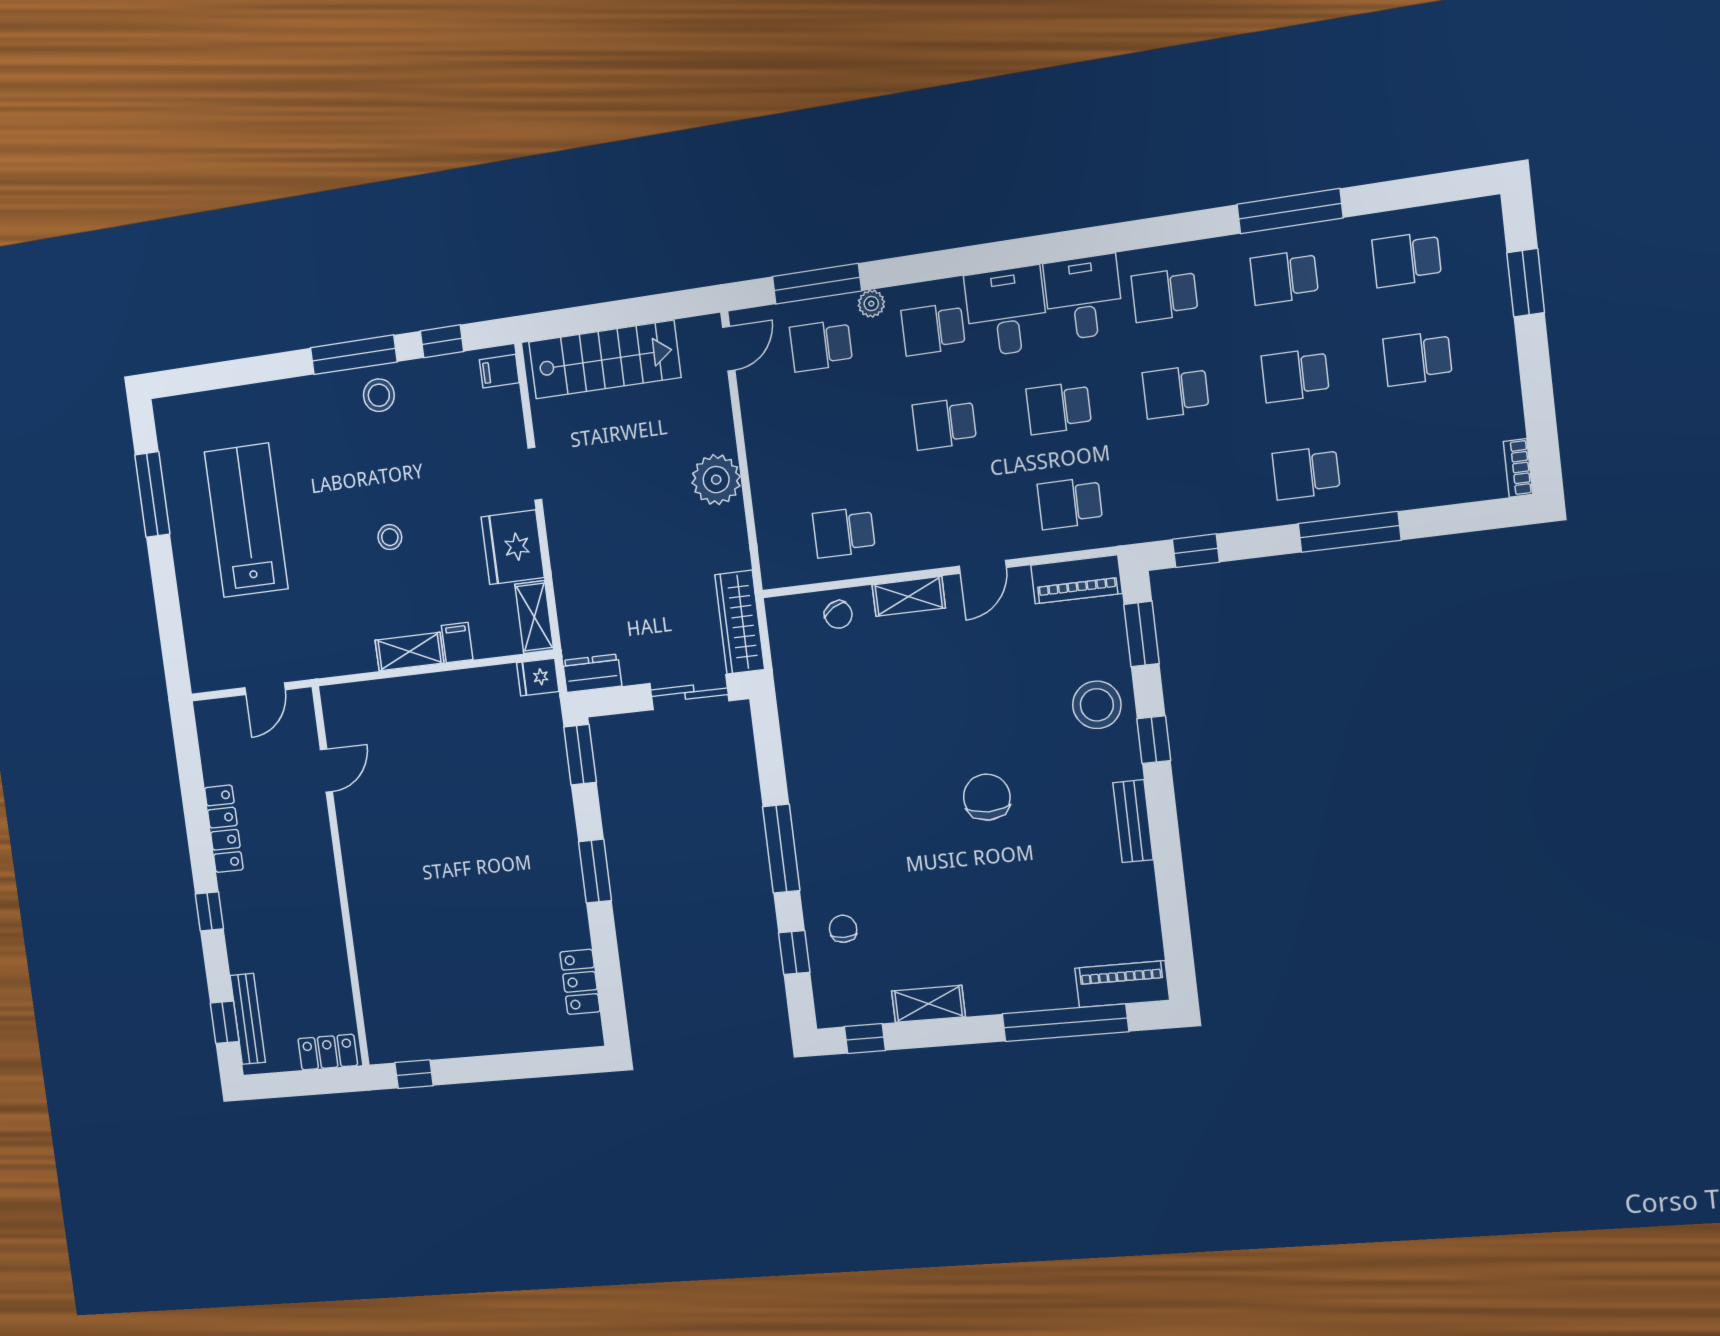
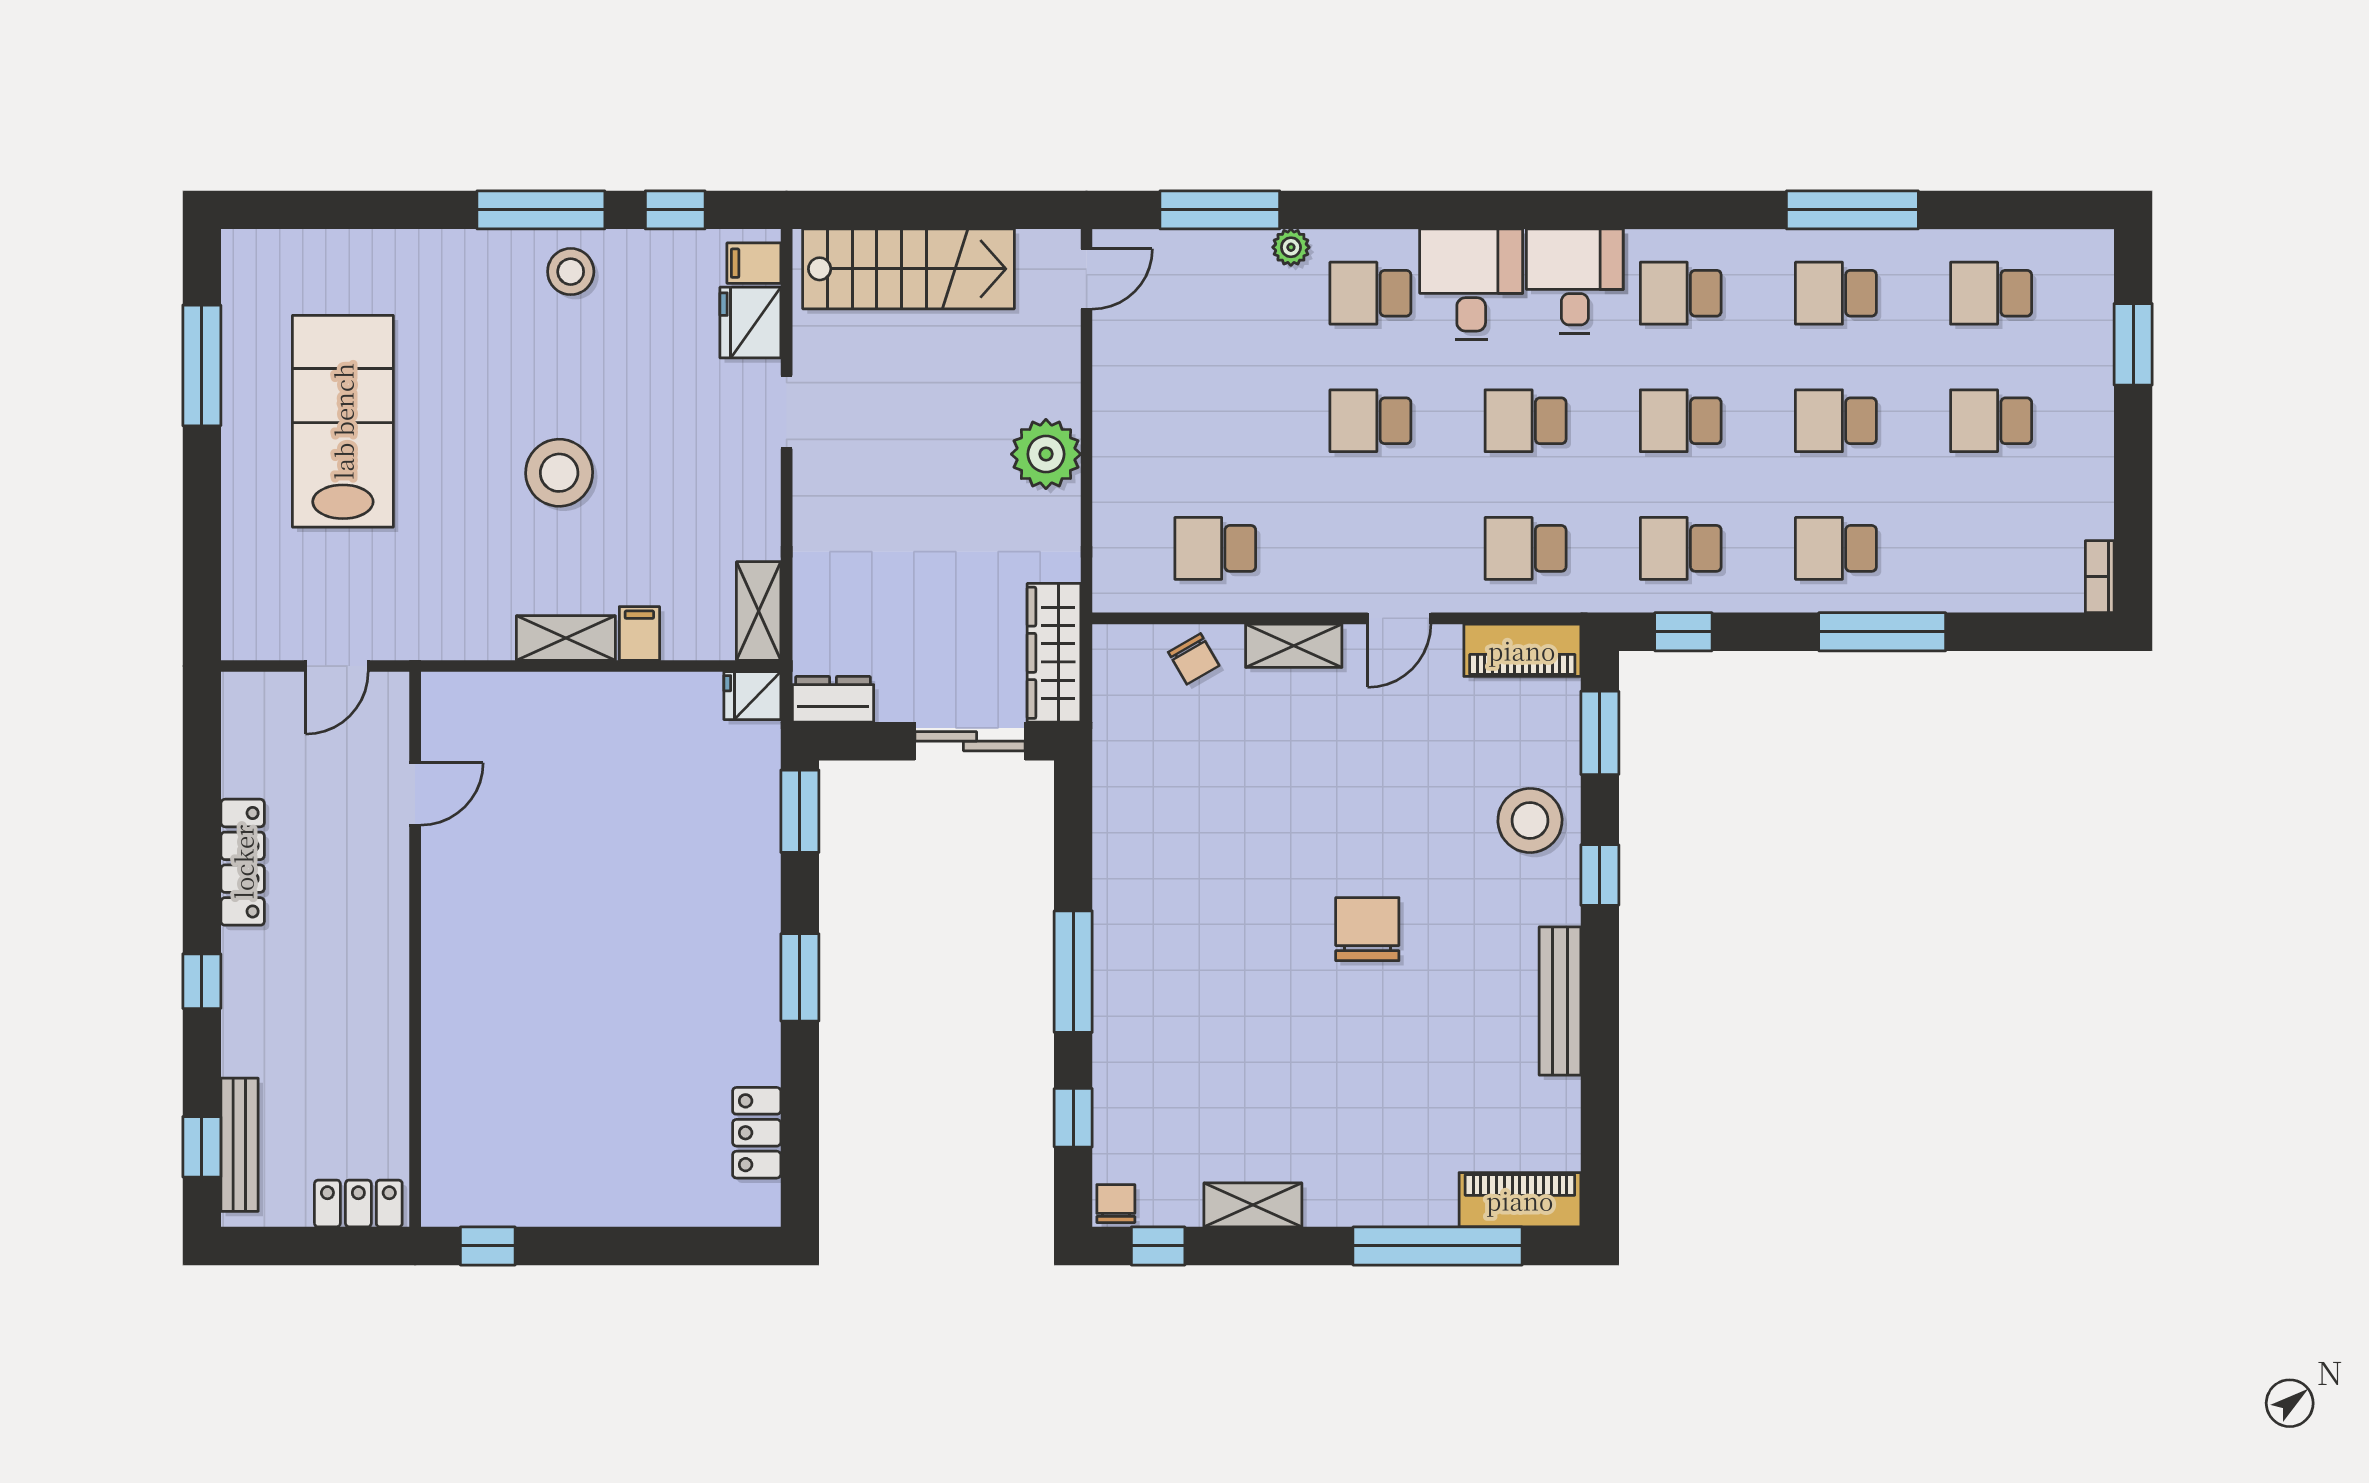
school desk: (821, 346) -> (1681, 548), moved
stool: (390, 537) -> (559, 473), width x1.89, depth x1.89
fridge: (513, 547) -> (750, 323), moved, width x0.73, depth x0.75
bench: (1133, 821) -> (1560, 1001), width x1.36
chair: (843, 929) -> (1116, 1204), moved

